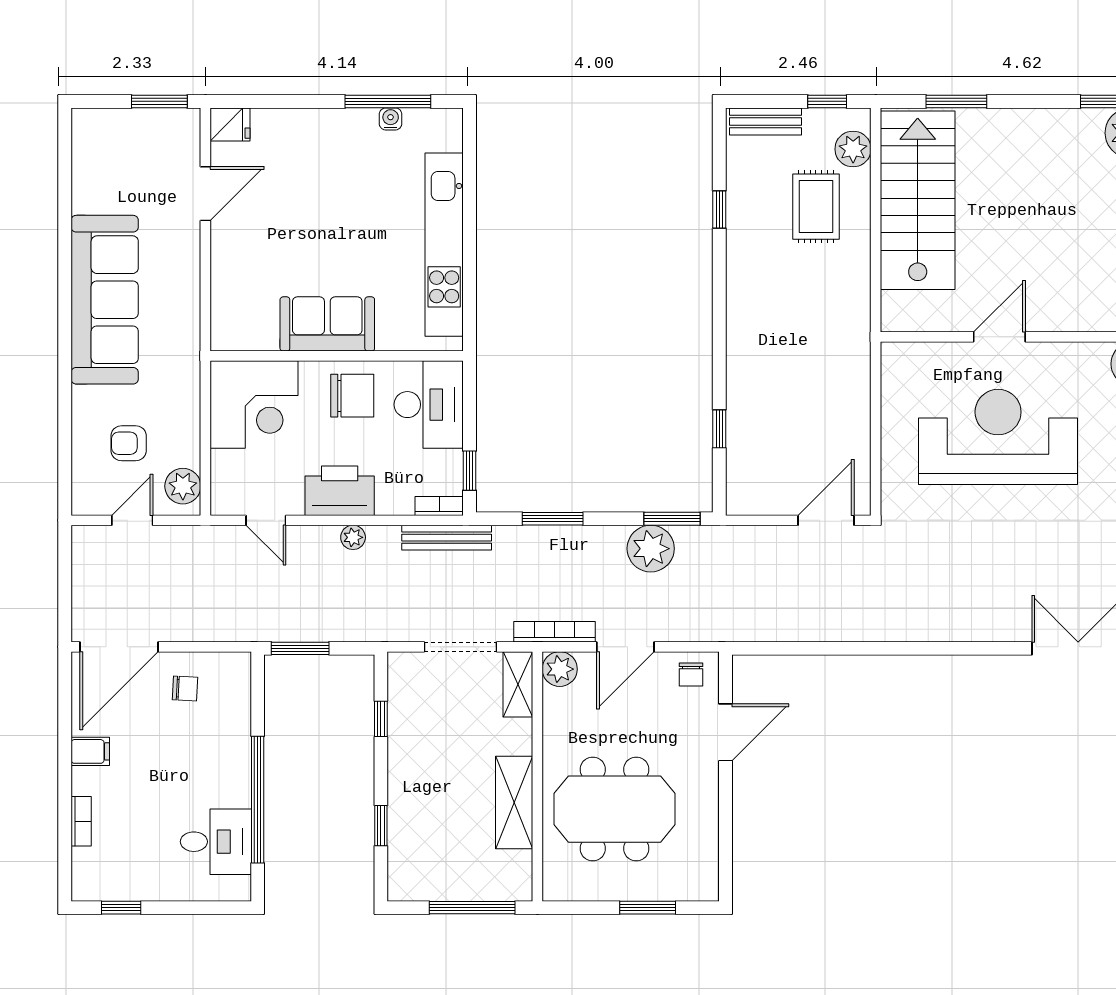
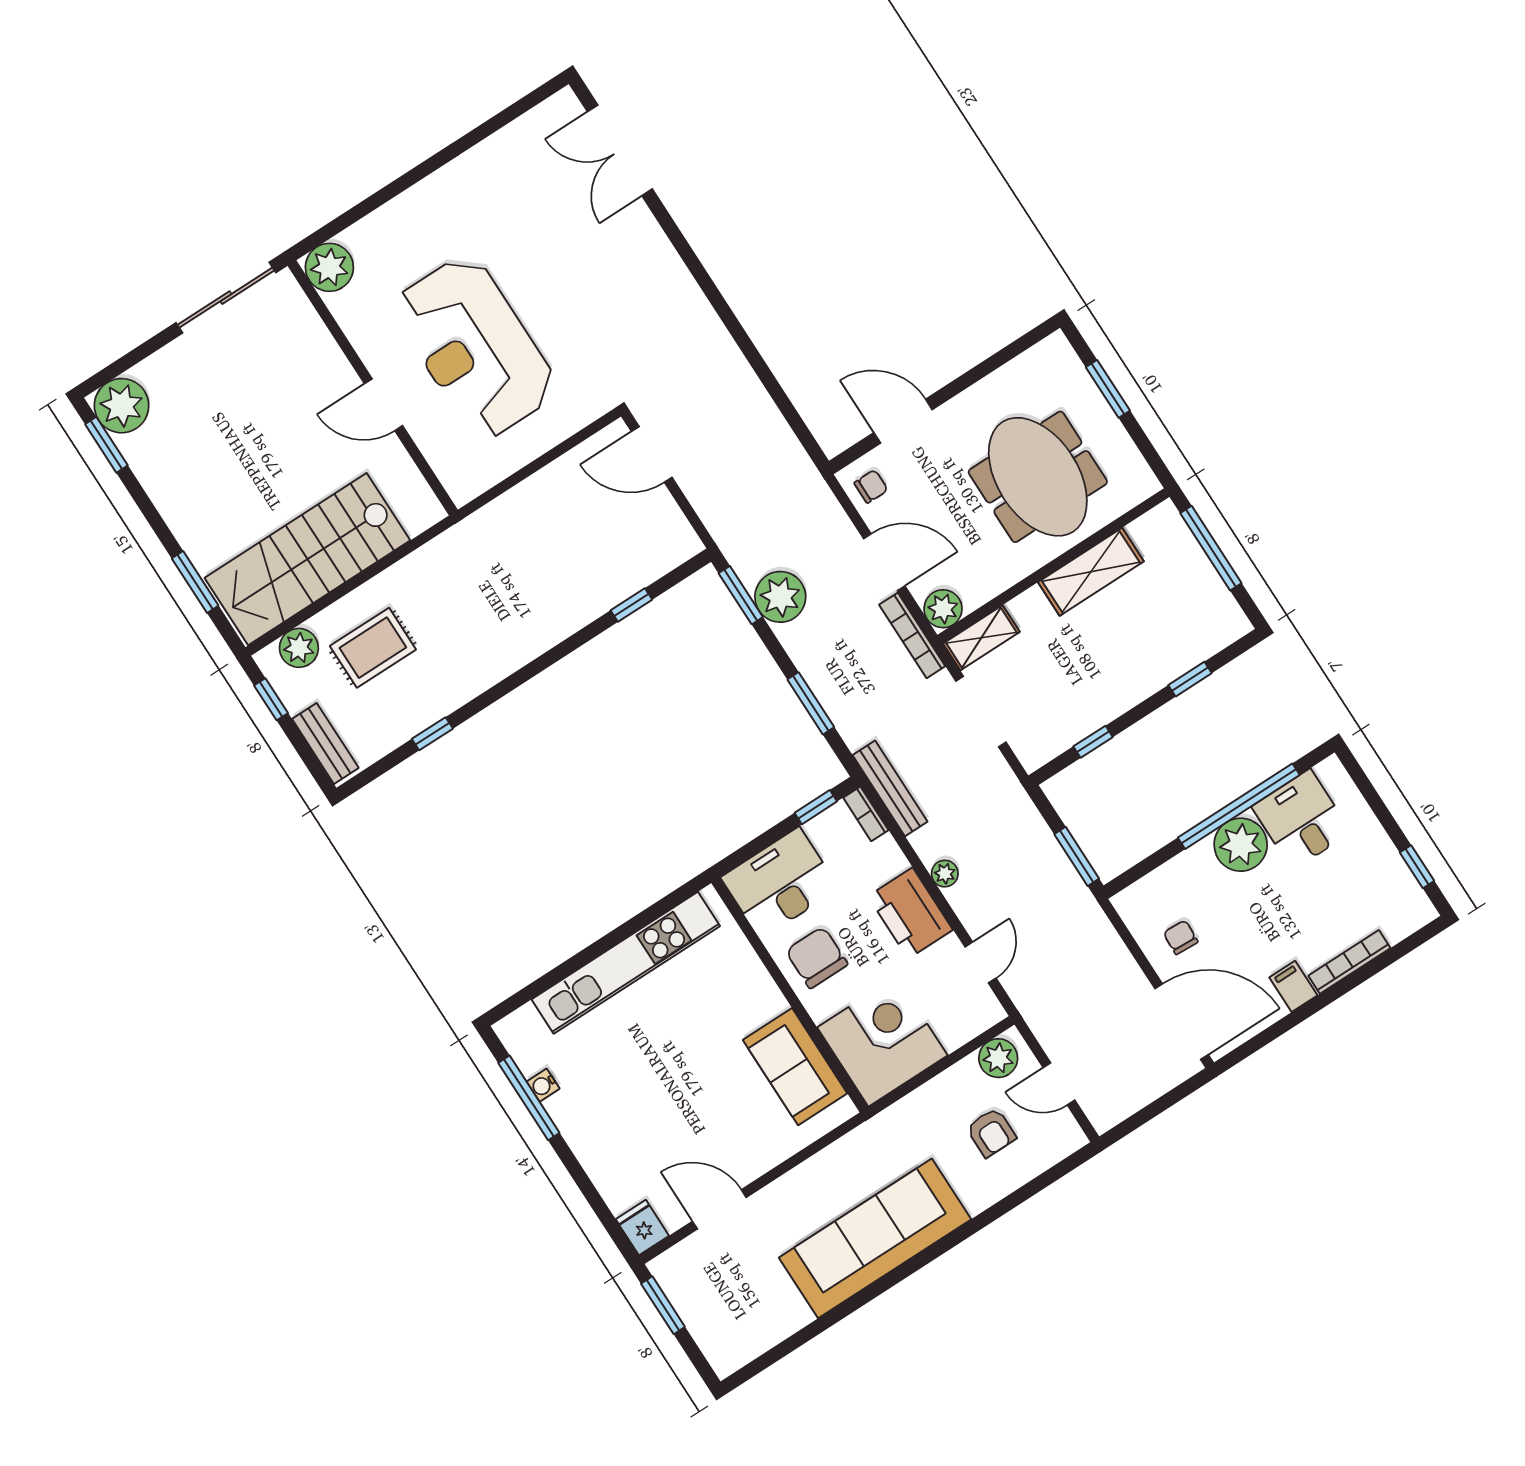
sofa: (327, 324) -> (795, 1067), moved
plant: (227, 782) -> (1241, 845), added
bookcase: (81, 821) -> (1349, 962), width x1.56

